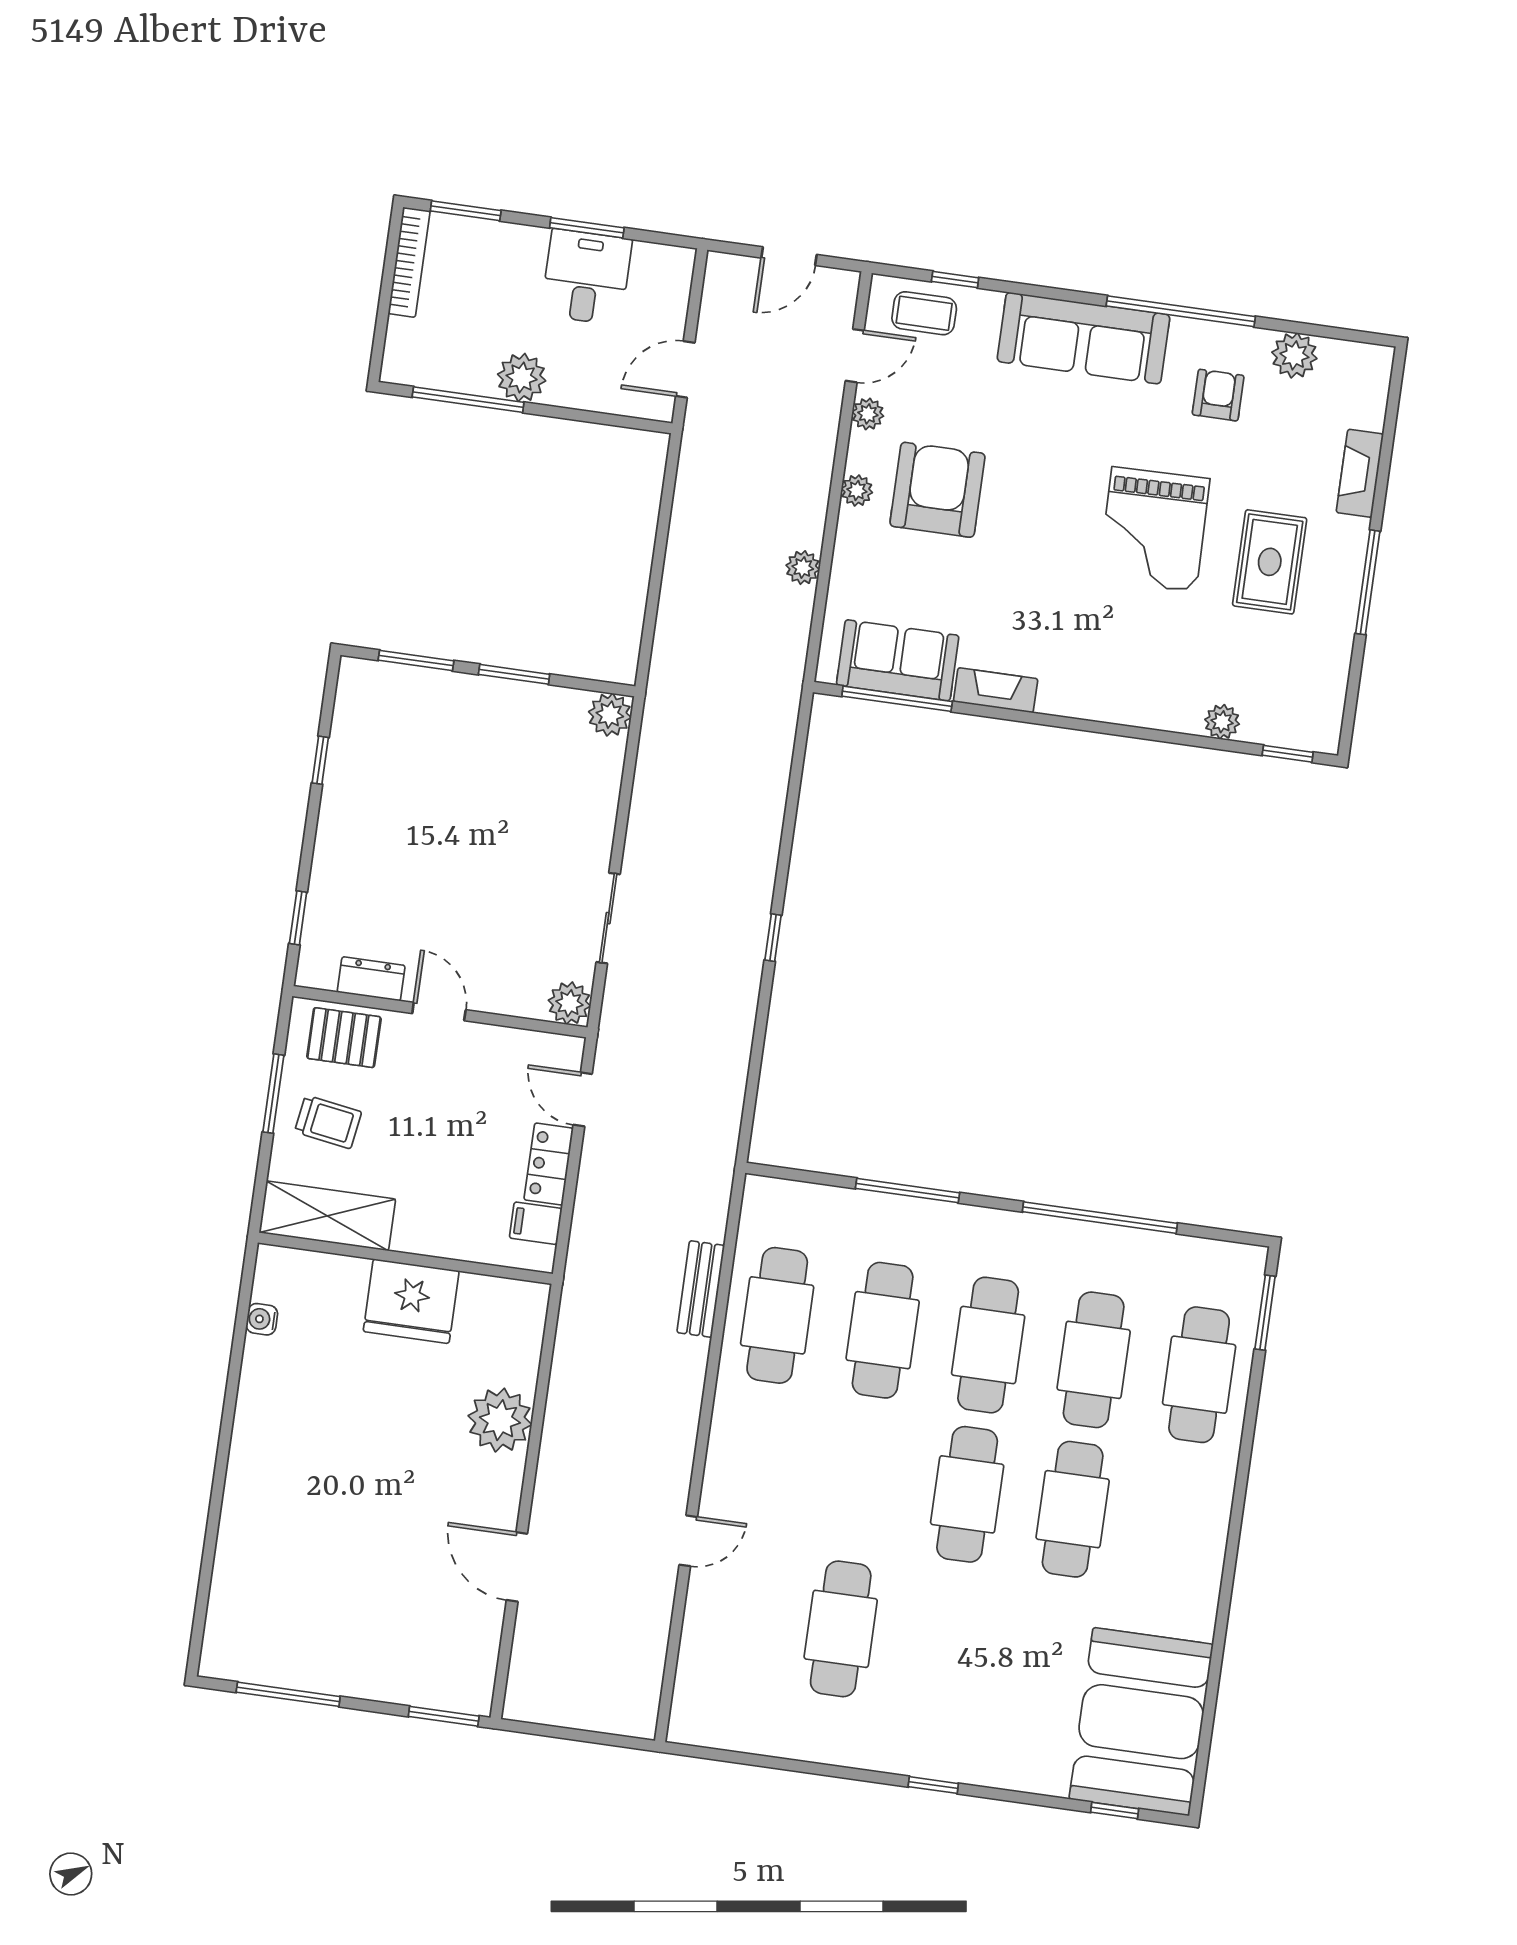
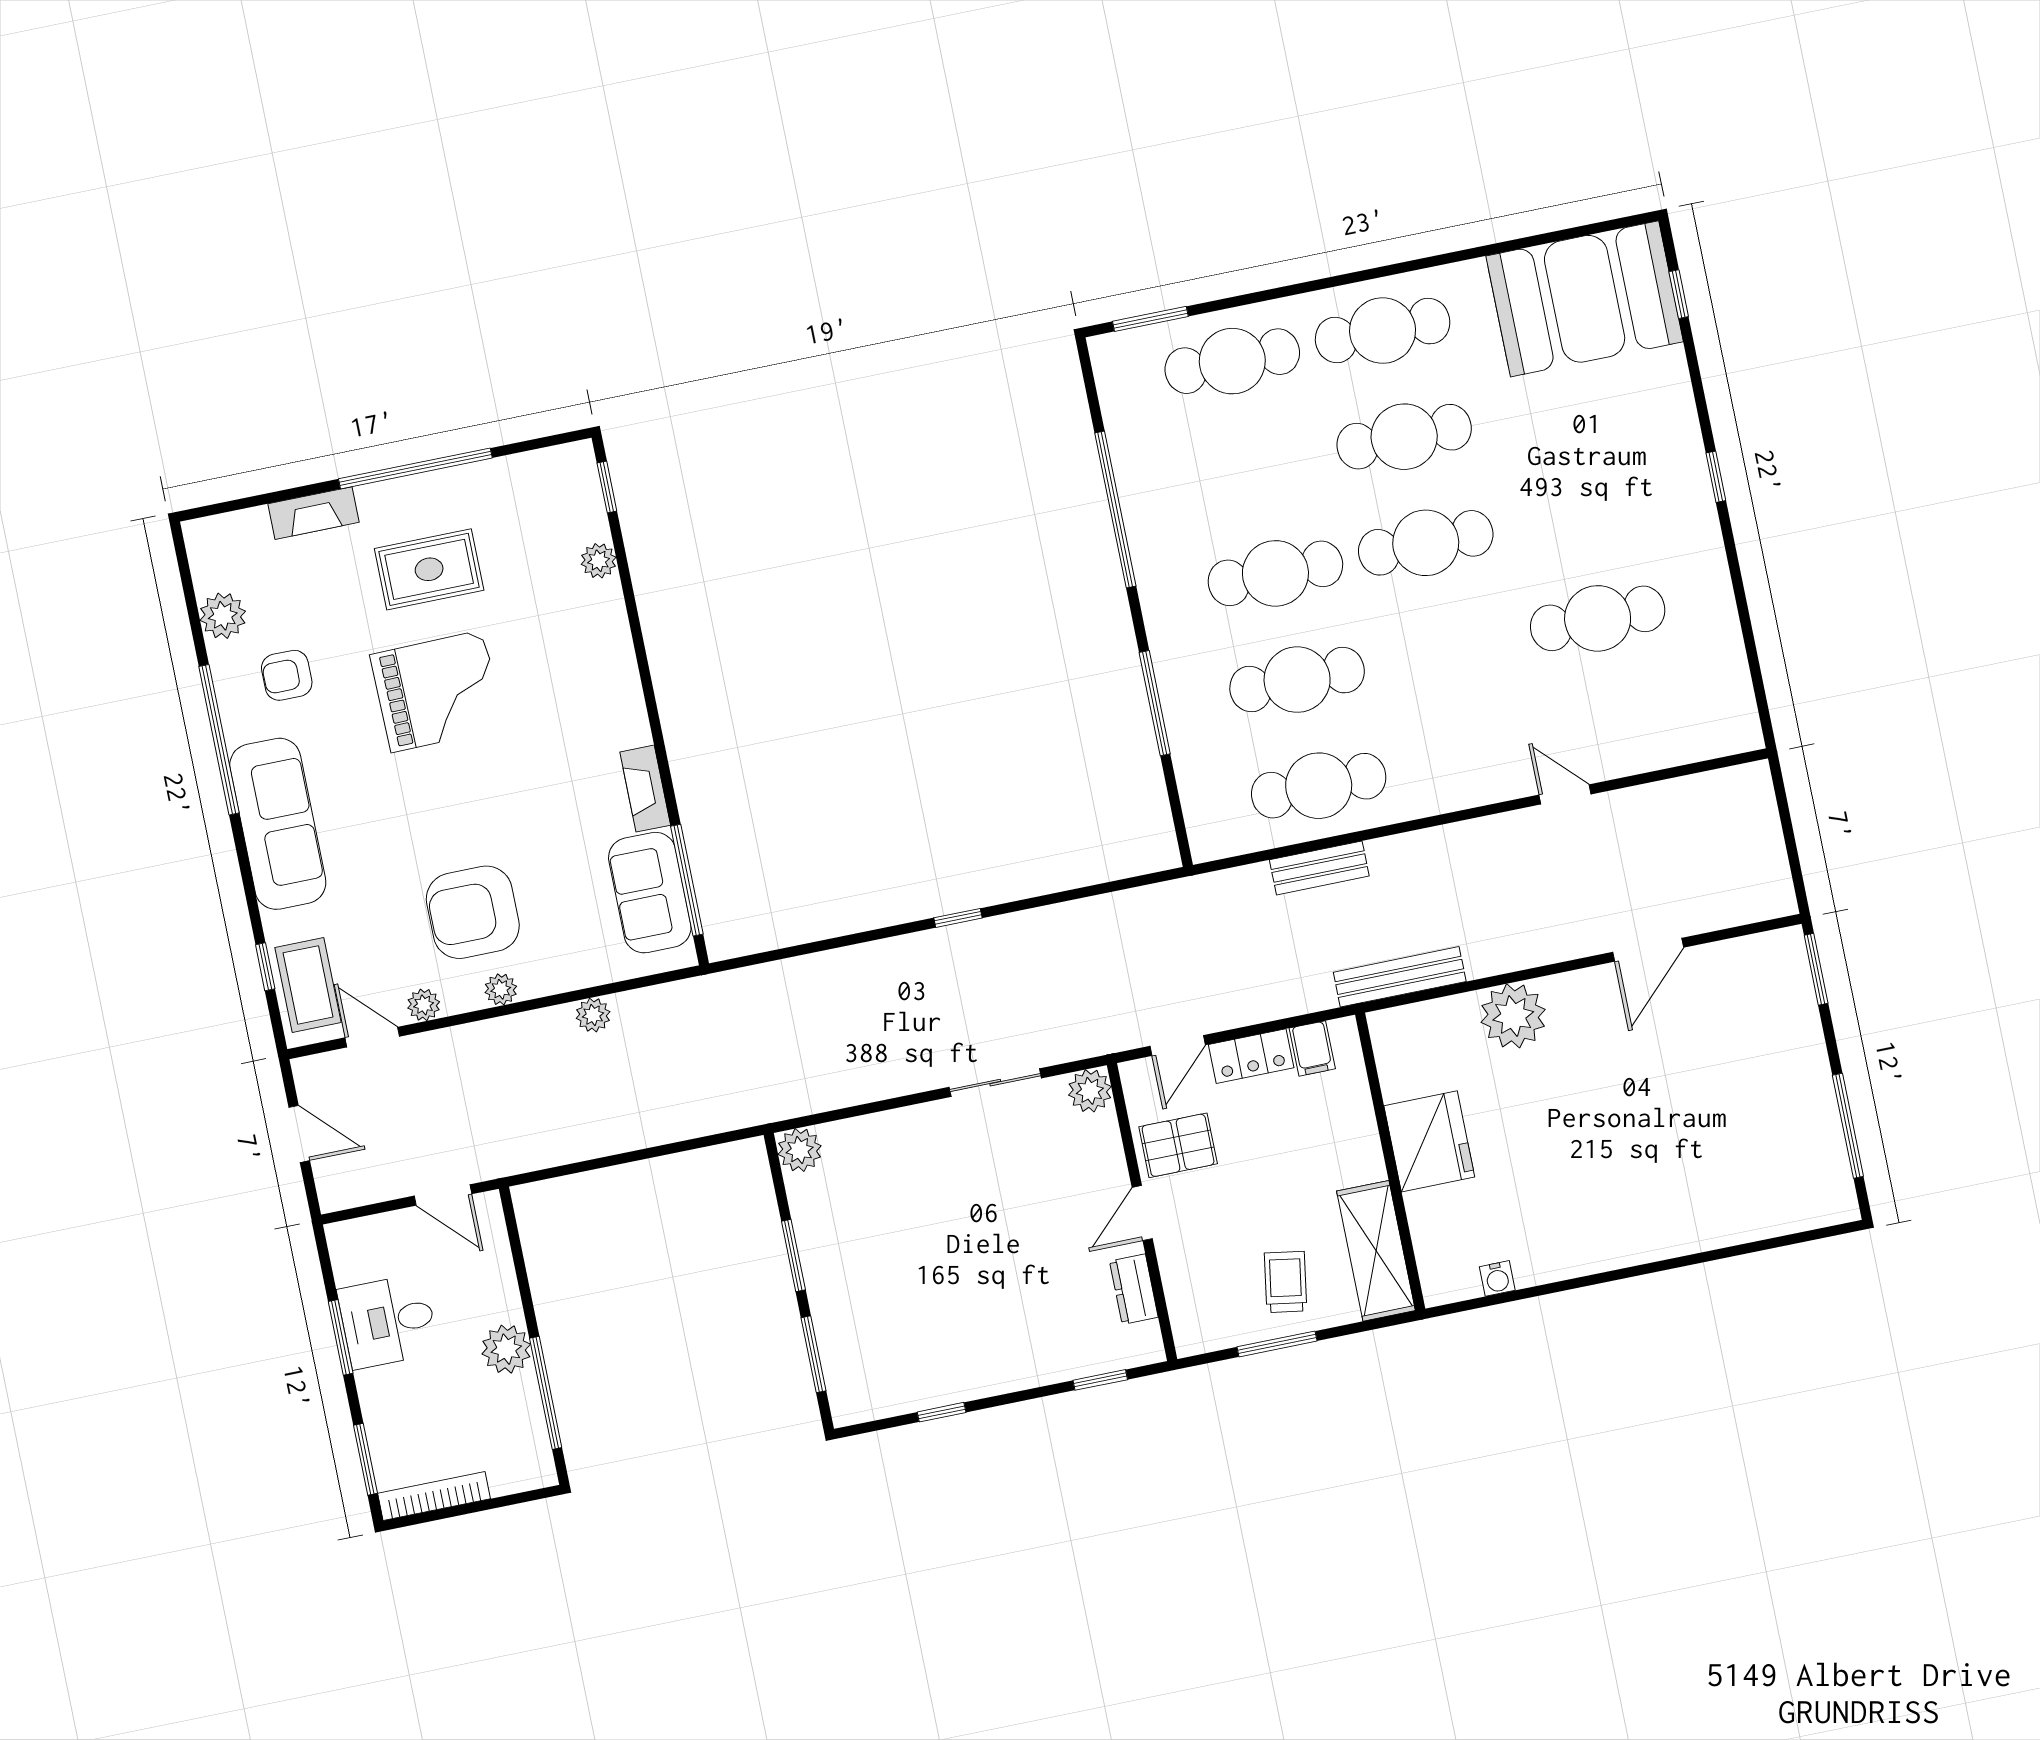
coffee table: (924, 313) -> (308, 985), width x1.36, depth x1.30
window: (1368, 582) -> (415, 468), width x1.46
pallet: (344, 1038) -> (1178, 1145), moved, turned 90
bench: (573, 1328) -> (1400, 977), added
cafe table: (1094, 1360) -> (1383, 331), moved

